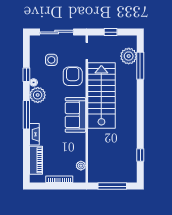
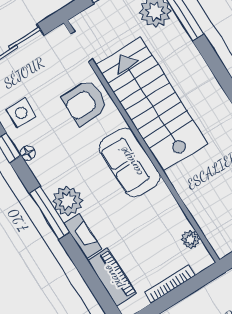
side table: (51, 60) -> (21, 113), moved
armchair: (73, 76) -> (85, 102), turned -90
plant: (38, 95) -> (68, 201), moved

